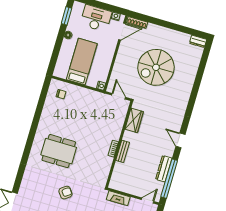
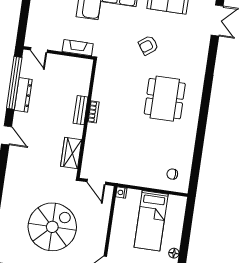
dining table: (59, 151) -> (165, 99), turned 90
door: (147, 200) -> (39, 50), hinge flipped

